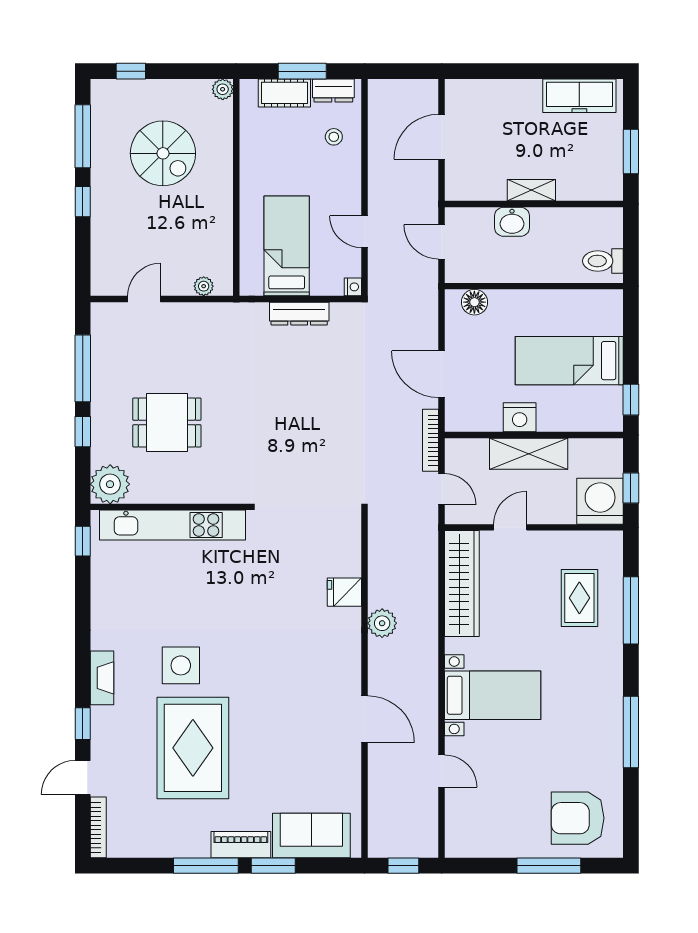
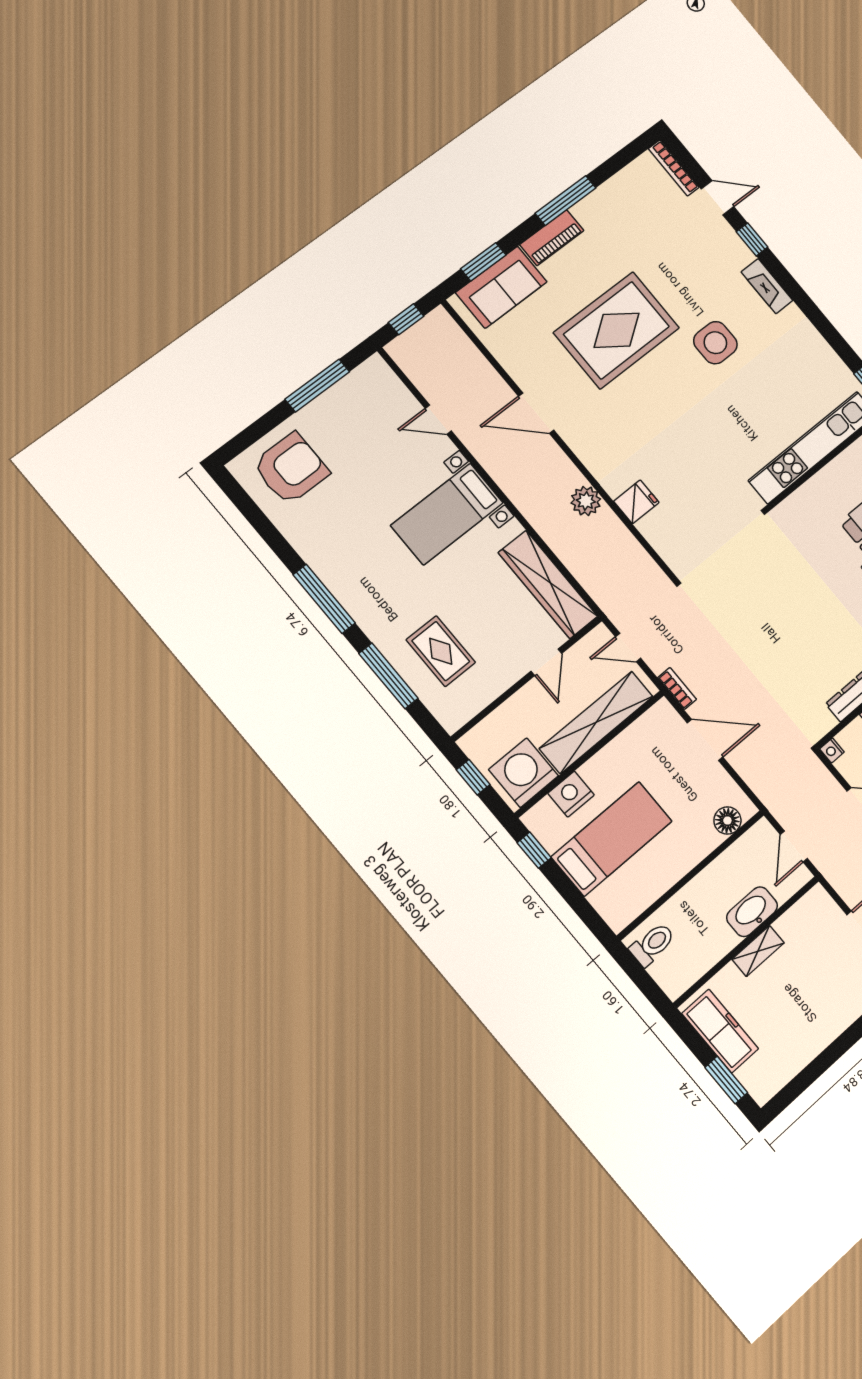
freezer: (579, 96) -> (720, 1031), moved, turned 90
window: (631, 151) -> (726, 1080), moved
washbasin: (512, 222) -> (752, 912), width x1.38
door: (442, 242) -> (794, 846), swing flipped
nightstand: (520, 417) -> (571, 794), moved
bookcase: (430, 440) -> (677, 688), width x0.64
shelving: (529, 454) -> (596, 722), width x1.47
washing machine: (600, 501) -> (524, 773), moved, turned 180
window: (631, 732) -> (324, 599), moved
rug: (193, 748) -> (617, 330), moved, turned 90
door: (83, 777) -> (718, 198), hinge flipped
window: (273, 866) -> (483, 262), moved
window: (549, 866) -> (317, 385), moved

